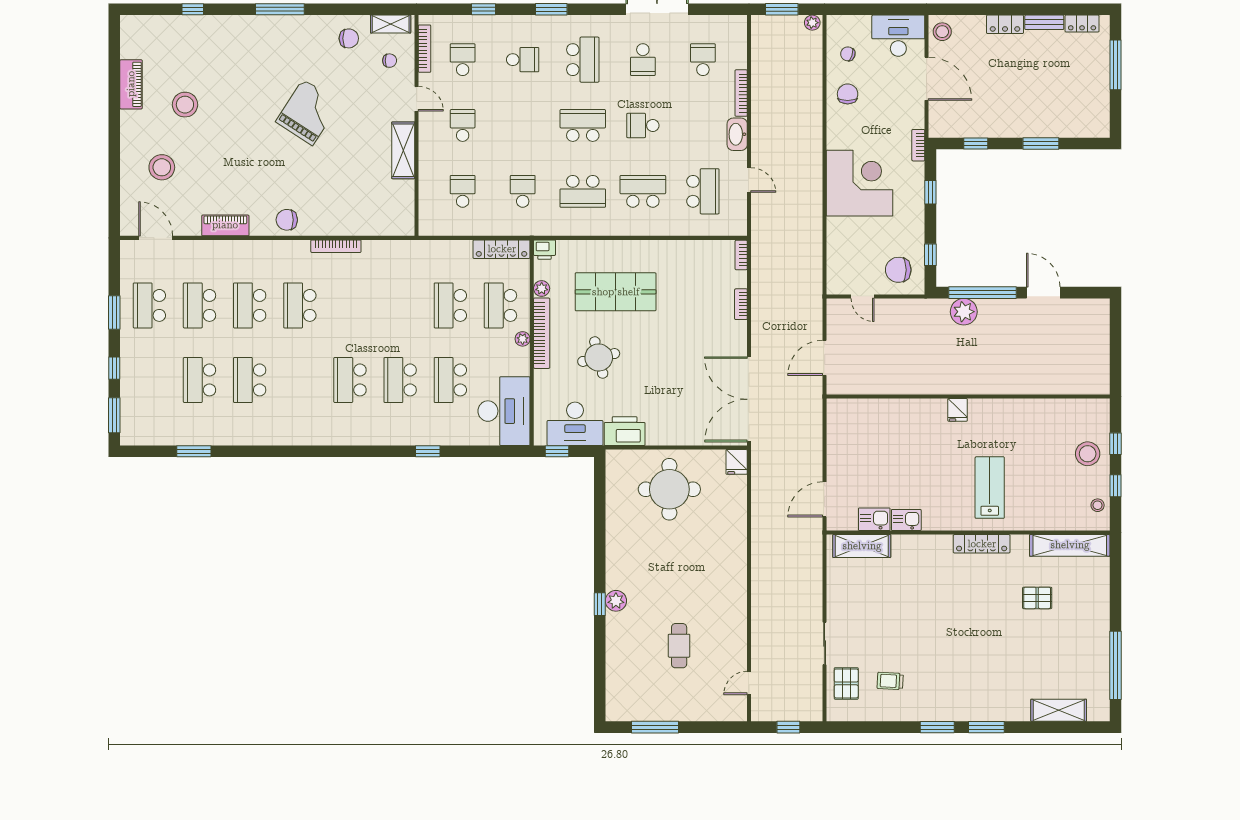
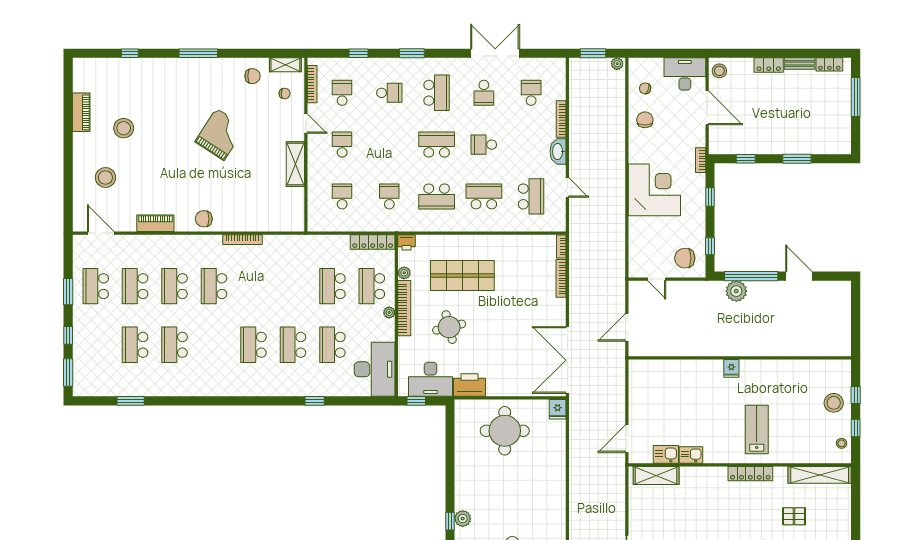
bookcase: (741, 304) -> (561, 278), width x1.56

